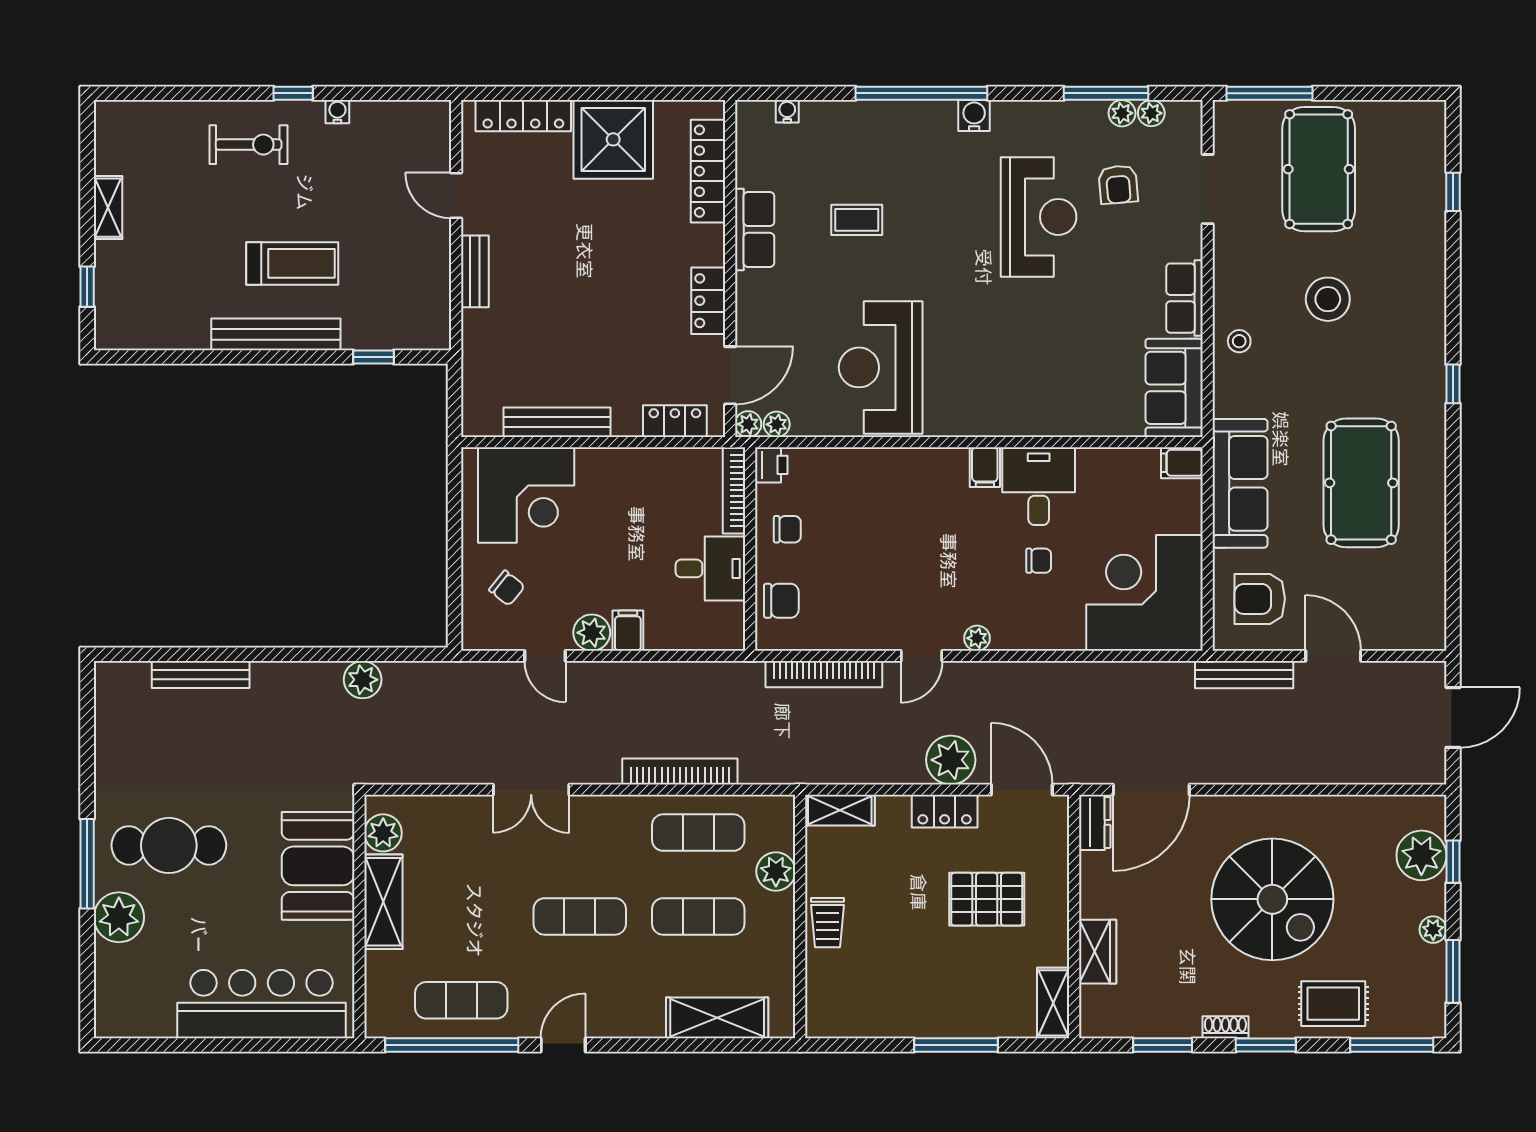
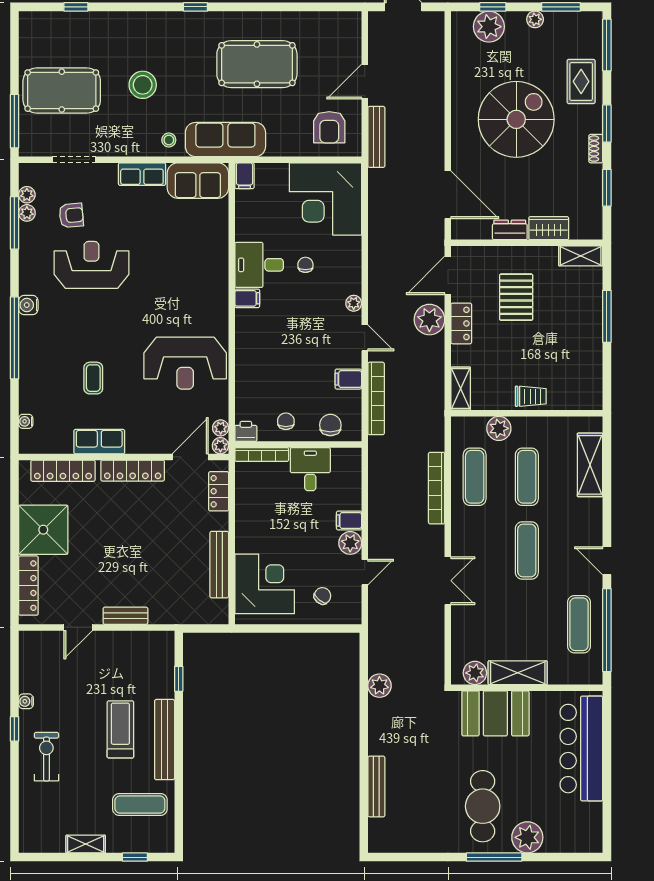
exercise mat: (172, 295) -> (140, 804), added
locker: (708, 301) -> (133, 471), width x1.53
door: (730, 375) -> (190, 457), hinge flipped
sofa: (1240, 483) -> (225, 140), moved
filing cabinet: (855, 630) -> (348, 379), added
dresser: (1095, 822) -> (510, 230), moved

